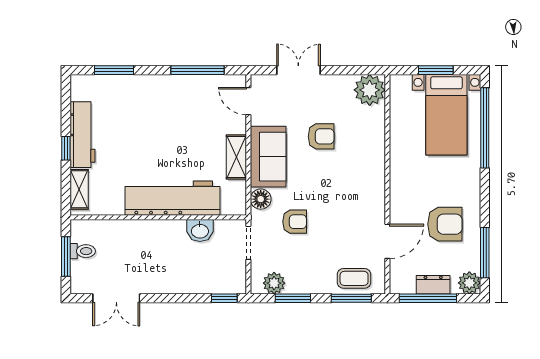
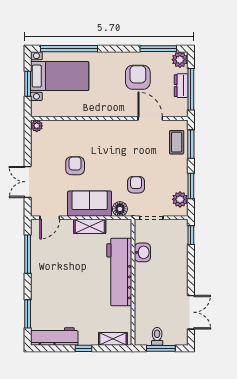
plant: (370, 90) -> (37, 126), width x0.53, depth x0.53
workbench: (82, 135) -> (54, 336), moved

